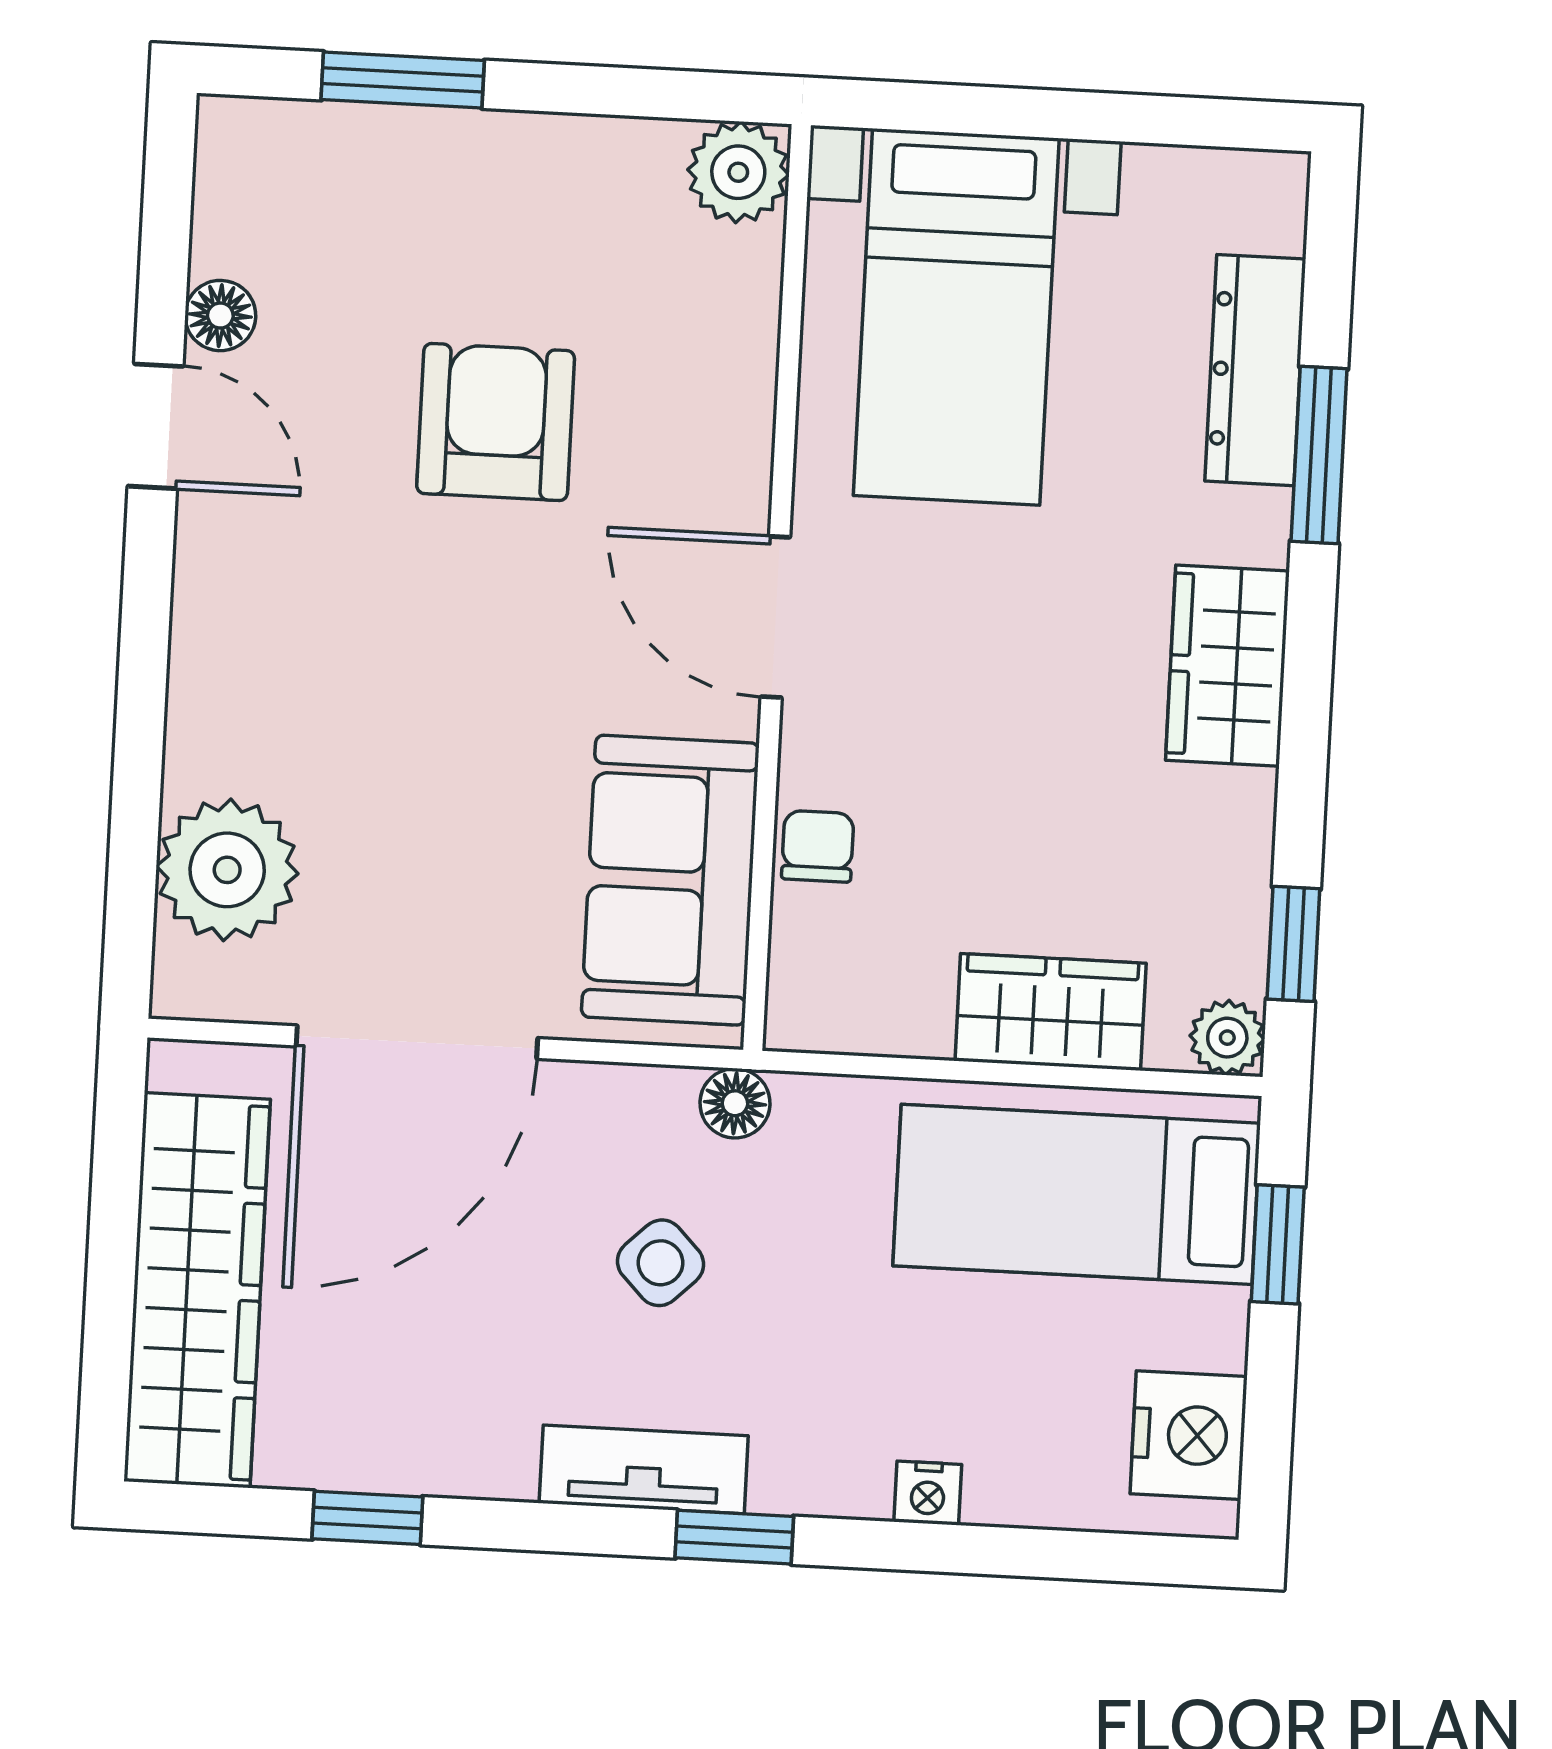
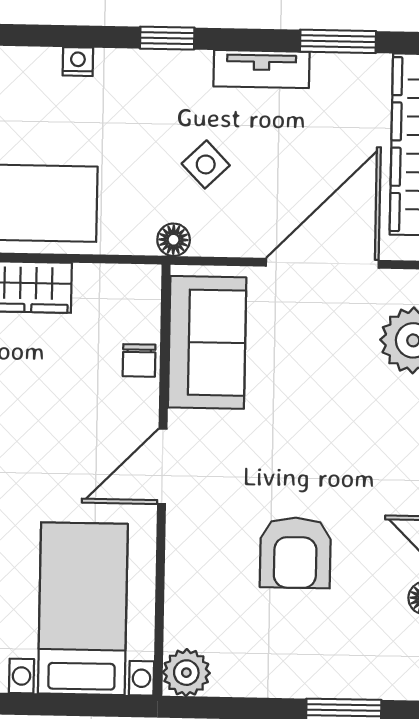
door: (775, 617) -> (162, 466), swing flipped
tv unit: (644, 1469) -> (261, 69), moved
window: (367, 1518) -> (338, 41), width x1.50

